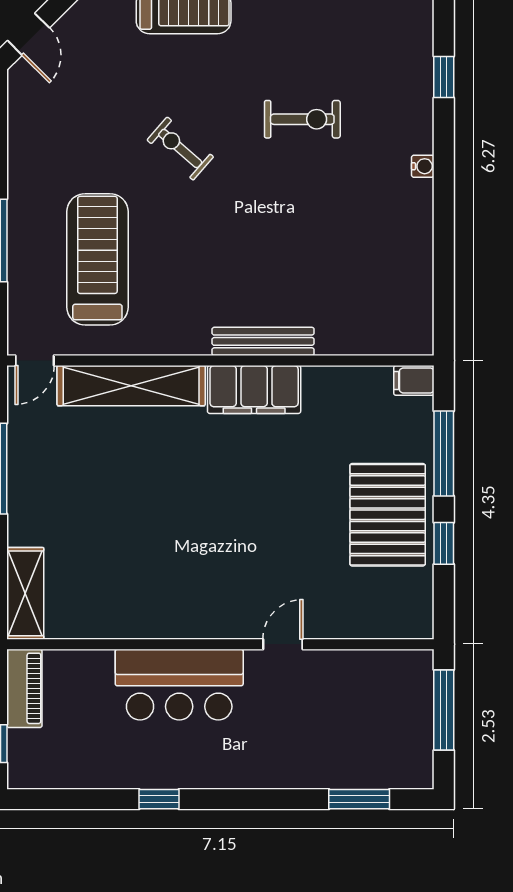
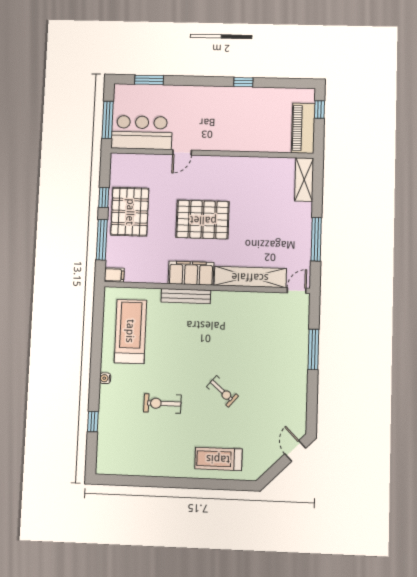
treadmill: (97, 259) -> (130, 331), moved, turned 180
pallet: (234, 503) -> (203, 220), added
bar counter: (179, 685) -> (142, 133), moved
piano: (24, 688) -> (303, 128), width x1.37, depth x1.33

